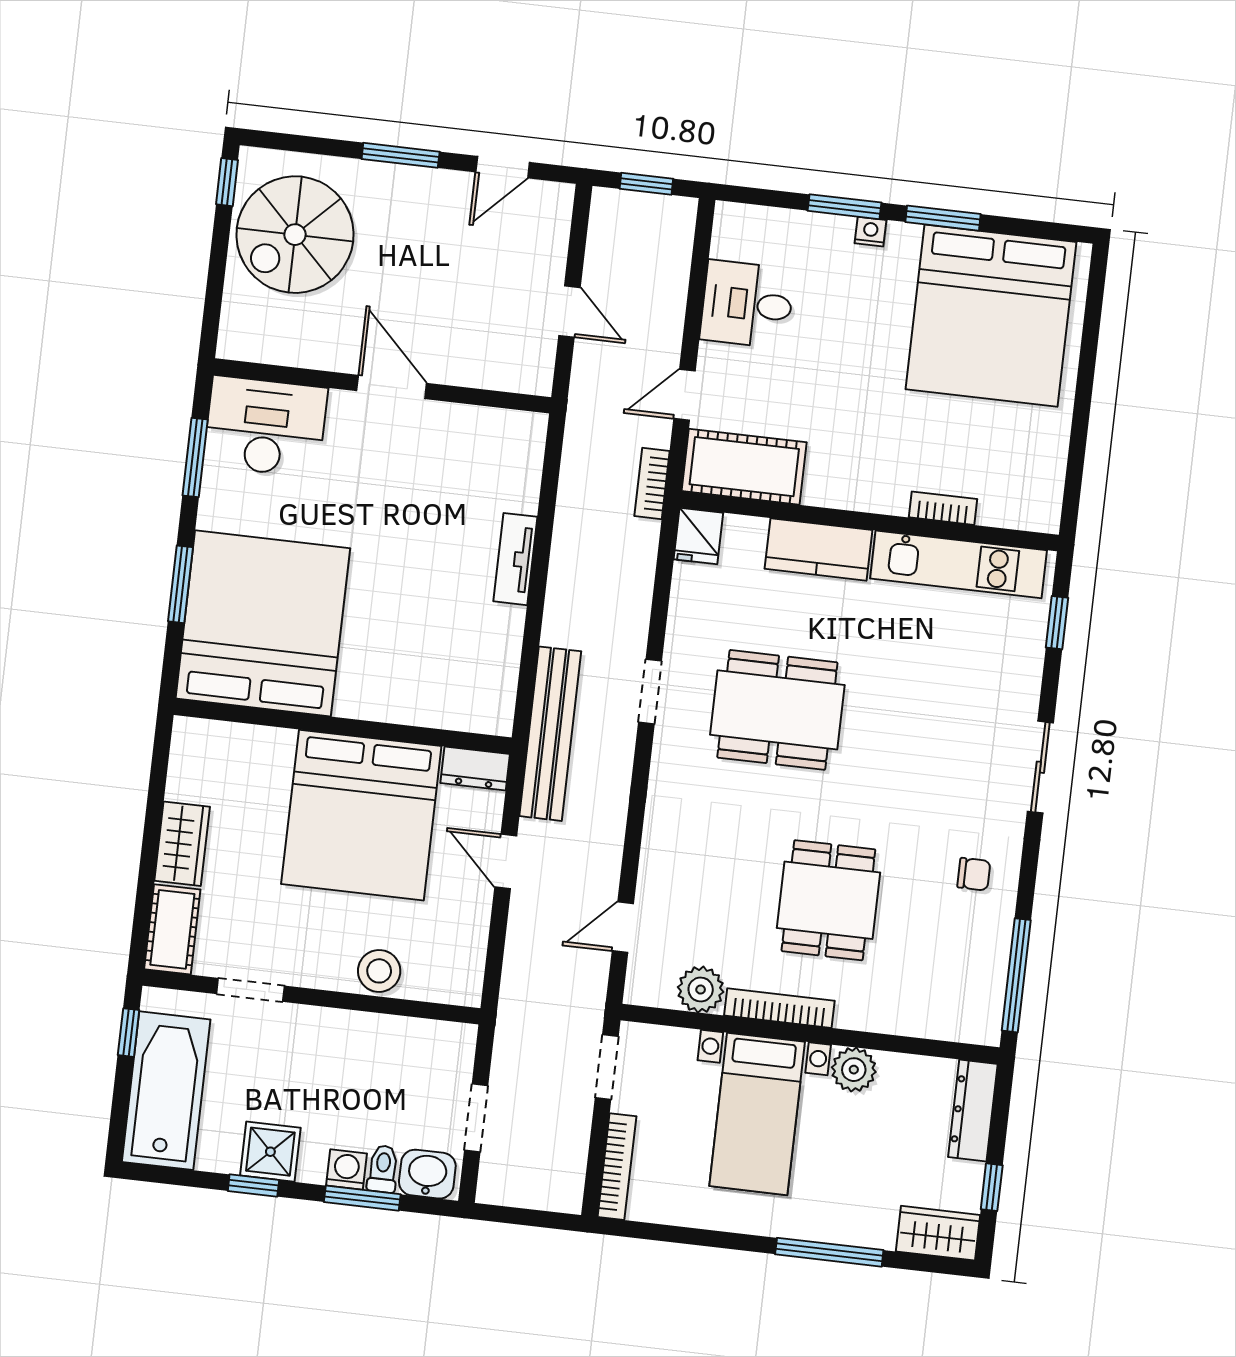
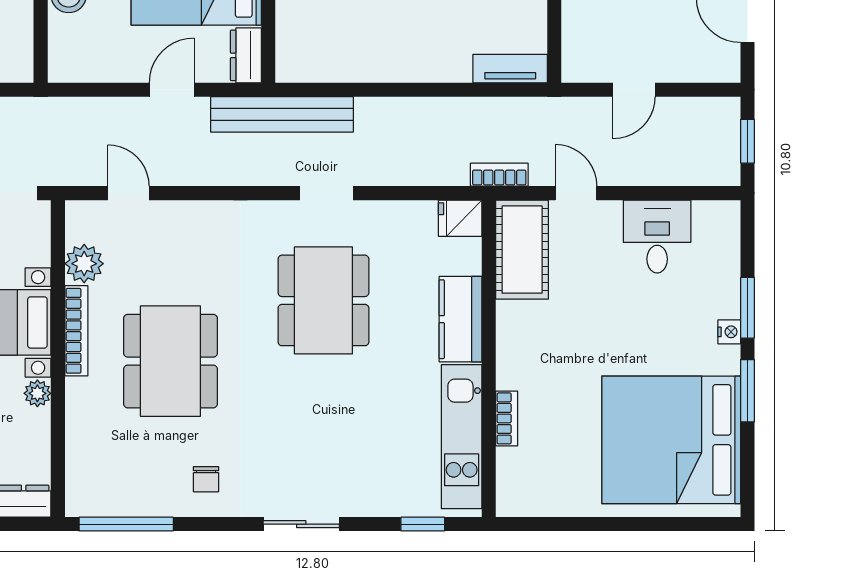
tv unit: (515, 559) -> (510, 69), moved
dining table: (828, 900) -> (170, 361), width x1.38
plant: (854, 1070) -> (37, 393), width x0.73, depth x0.73

